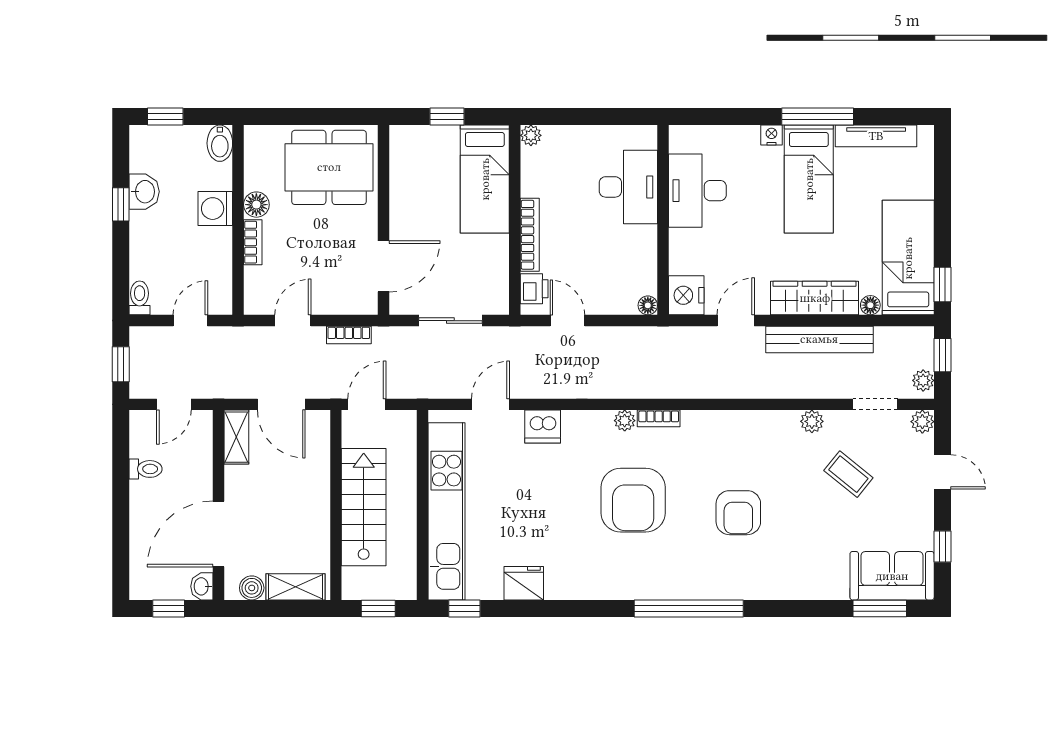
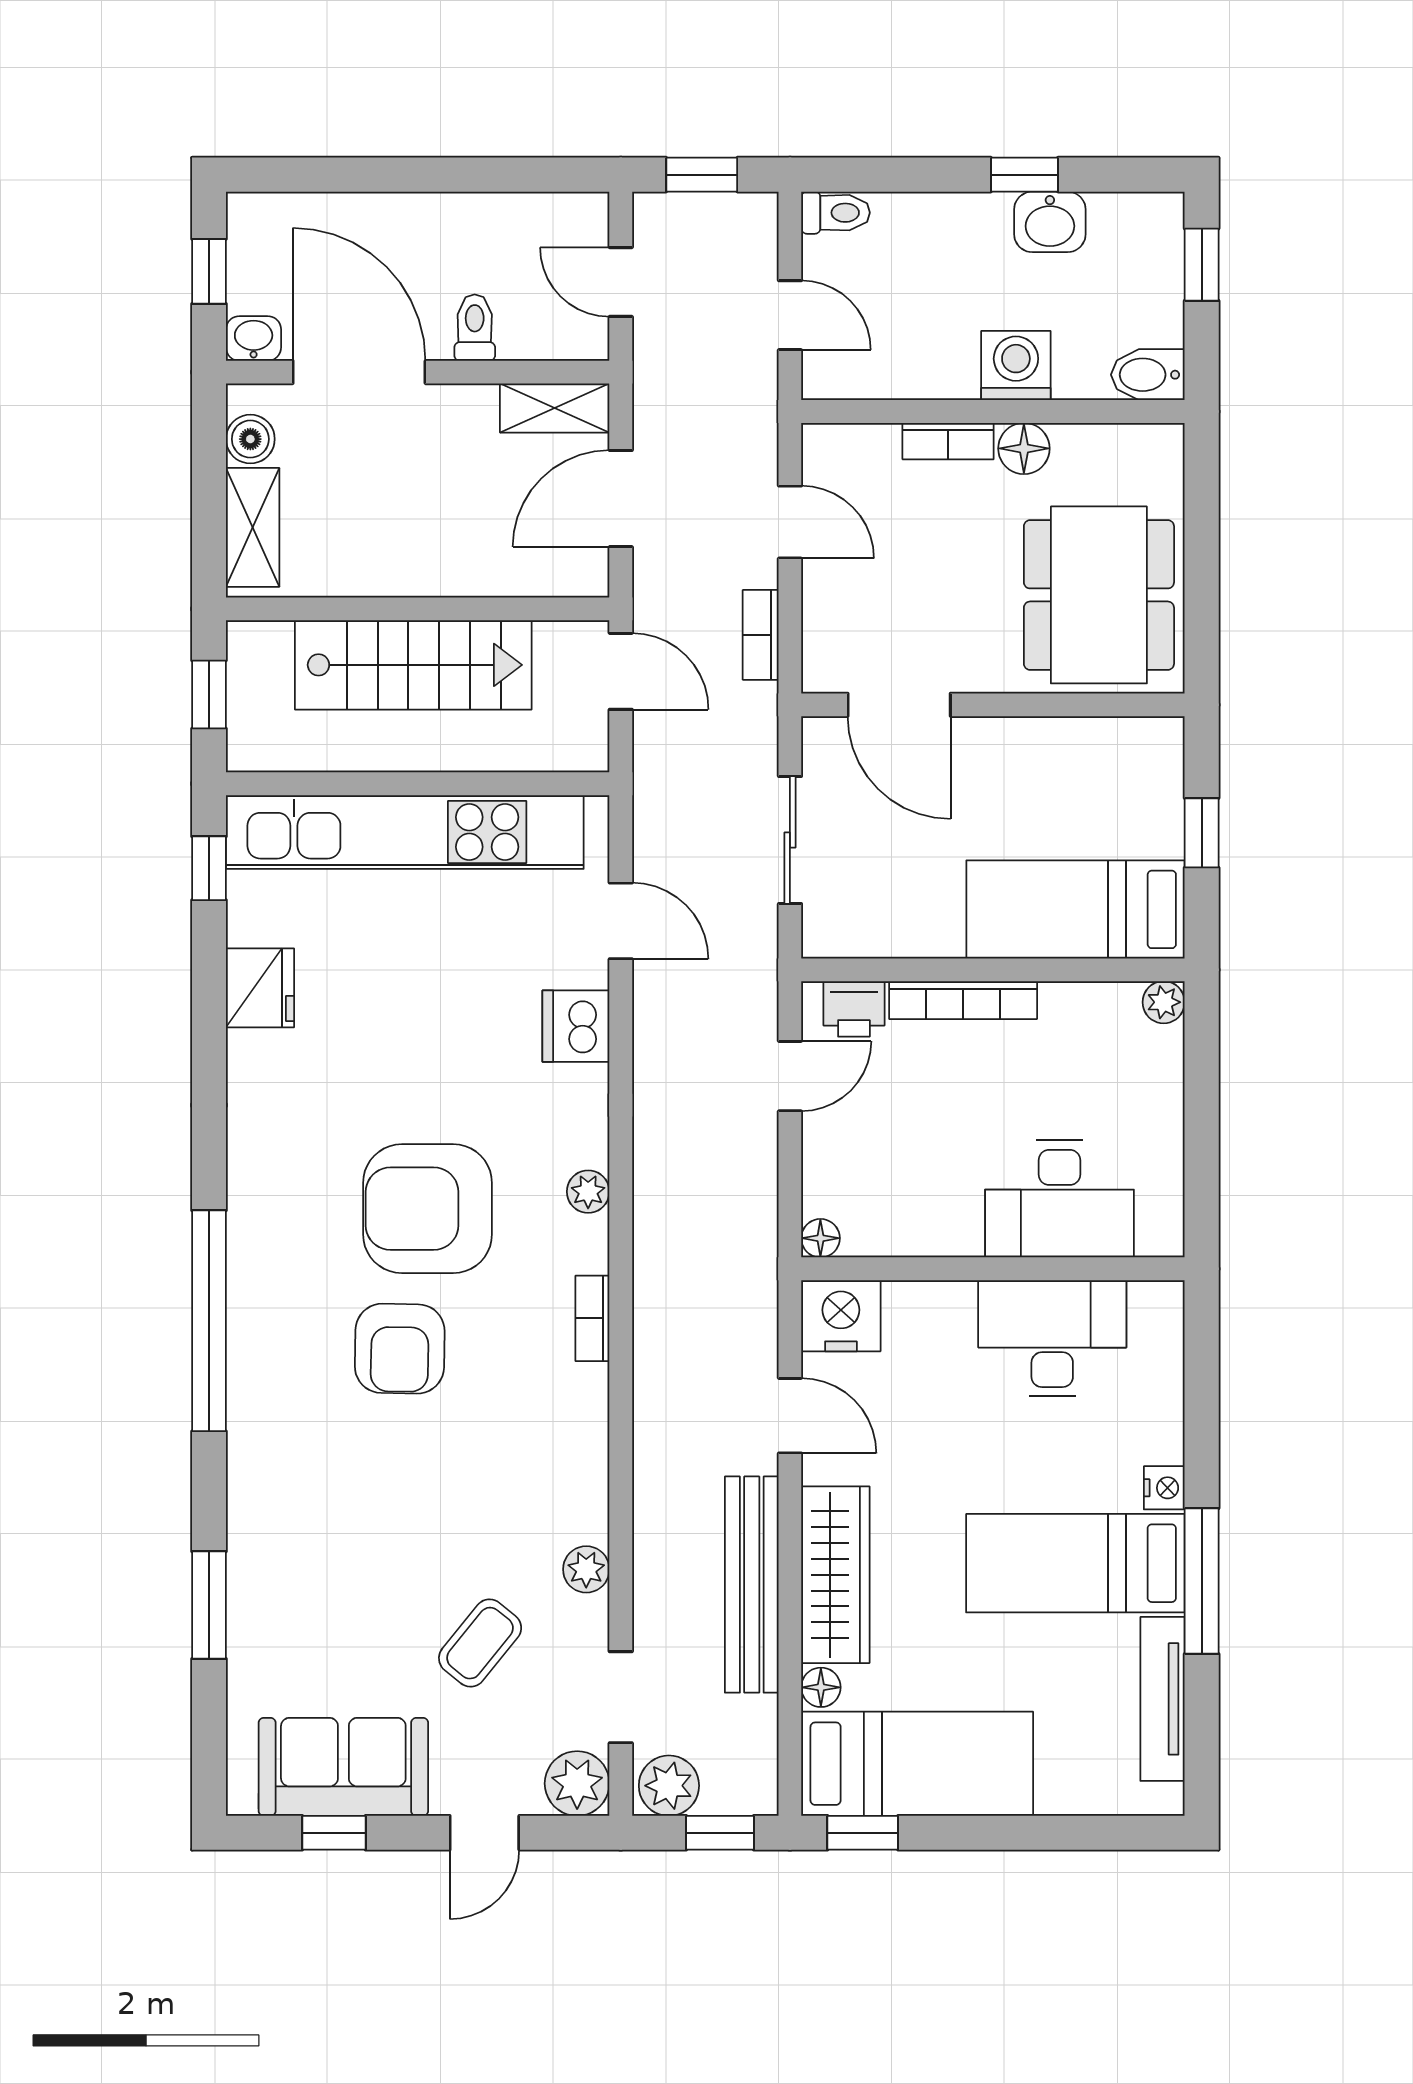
plant: (923, 380) -> (669, 1786), width x1.38, depth x1.38
bookcase: (659, 418) -> (592, 1318), moved
plant: (922, 422) -> (577, 1783), width x1.38, depth x1.38
toilet: (146, 469) -> (475, 328), moved, turned 180
armchair: (738, 513) -> (400, 1349), moved, turned -89
sofa: (892, 576) -> (343, 1767), moved, turned -90
window: (880, 608) -> (209, 1605), moved

